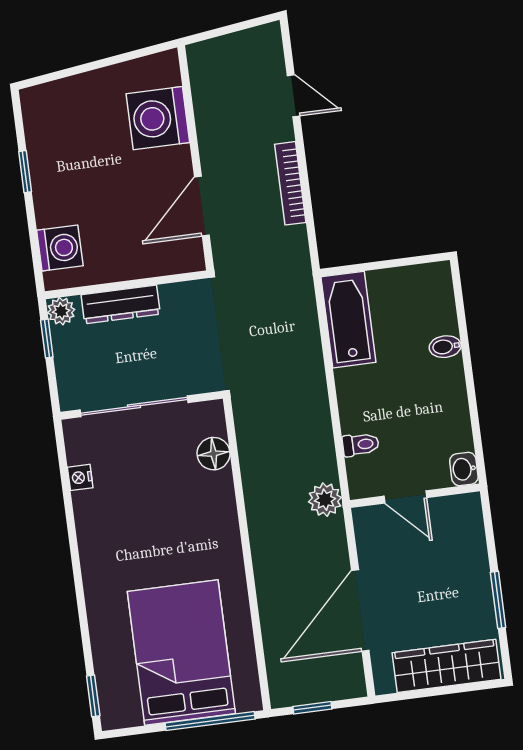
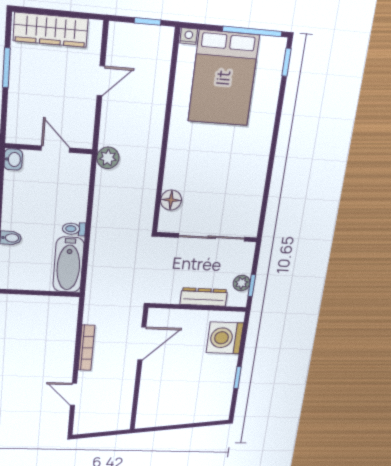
washing machine: (158, 118) -> (155, 394), removed
washing machine: (60, 248) -> (225, 338), width x1.37, depth x1.37
plant: (61, 311) -> (242, 283), moved
toilet: (361, 445) -> (74, 229), moved
nightstand: (80, 477) -> (189, 36), moved, turned -90
door: (360, 610) -> (101, 81), width x0.53
window: (210, 721) -> (252, 31), moved

